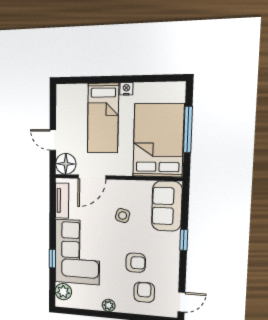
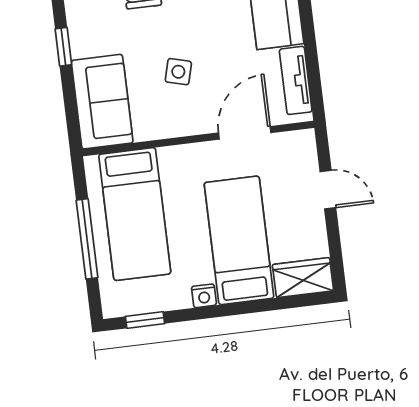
window: (162, 78) -> (145, 320), added
wardrobe: (72, 93) -> (303, 278), added
bed: (158, 140) -> (135, 214), width x0.67
floor lamp: (66, 164) -> (297, 149), removed

